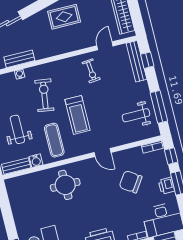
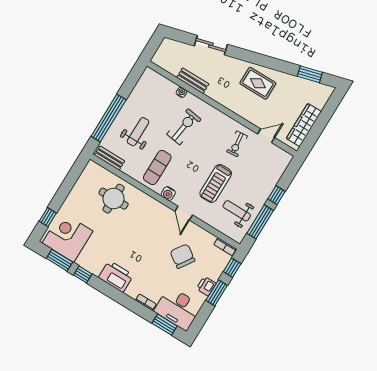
window: (147, 60) -> (277, 195), moved
bench: (137, 61) -> (278, 171), removed
treadmill: (77, 115) -> (216, 183), moved
water cooler: (36, 161) -> (168, 193), moved
round table: (65, 185) -> (114, 199), moved

